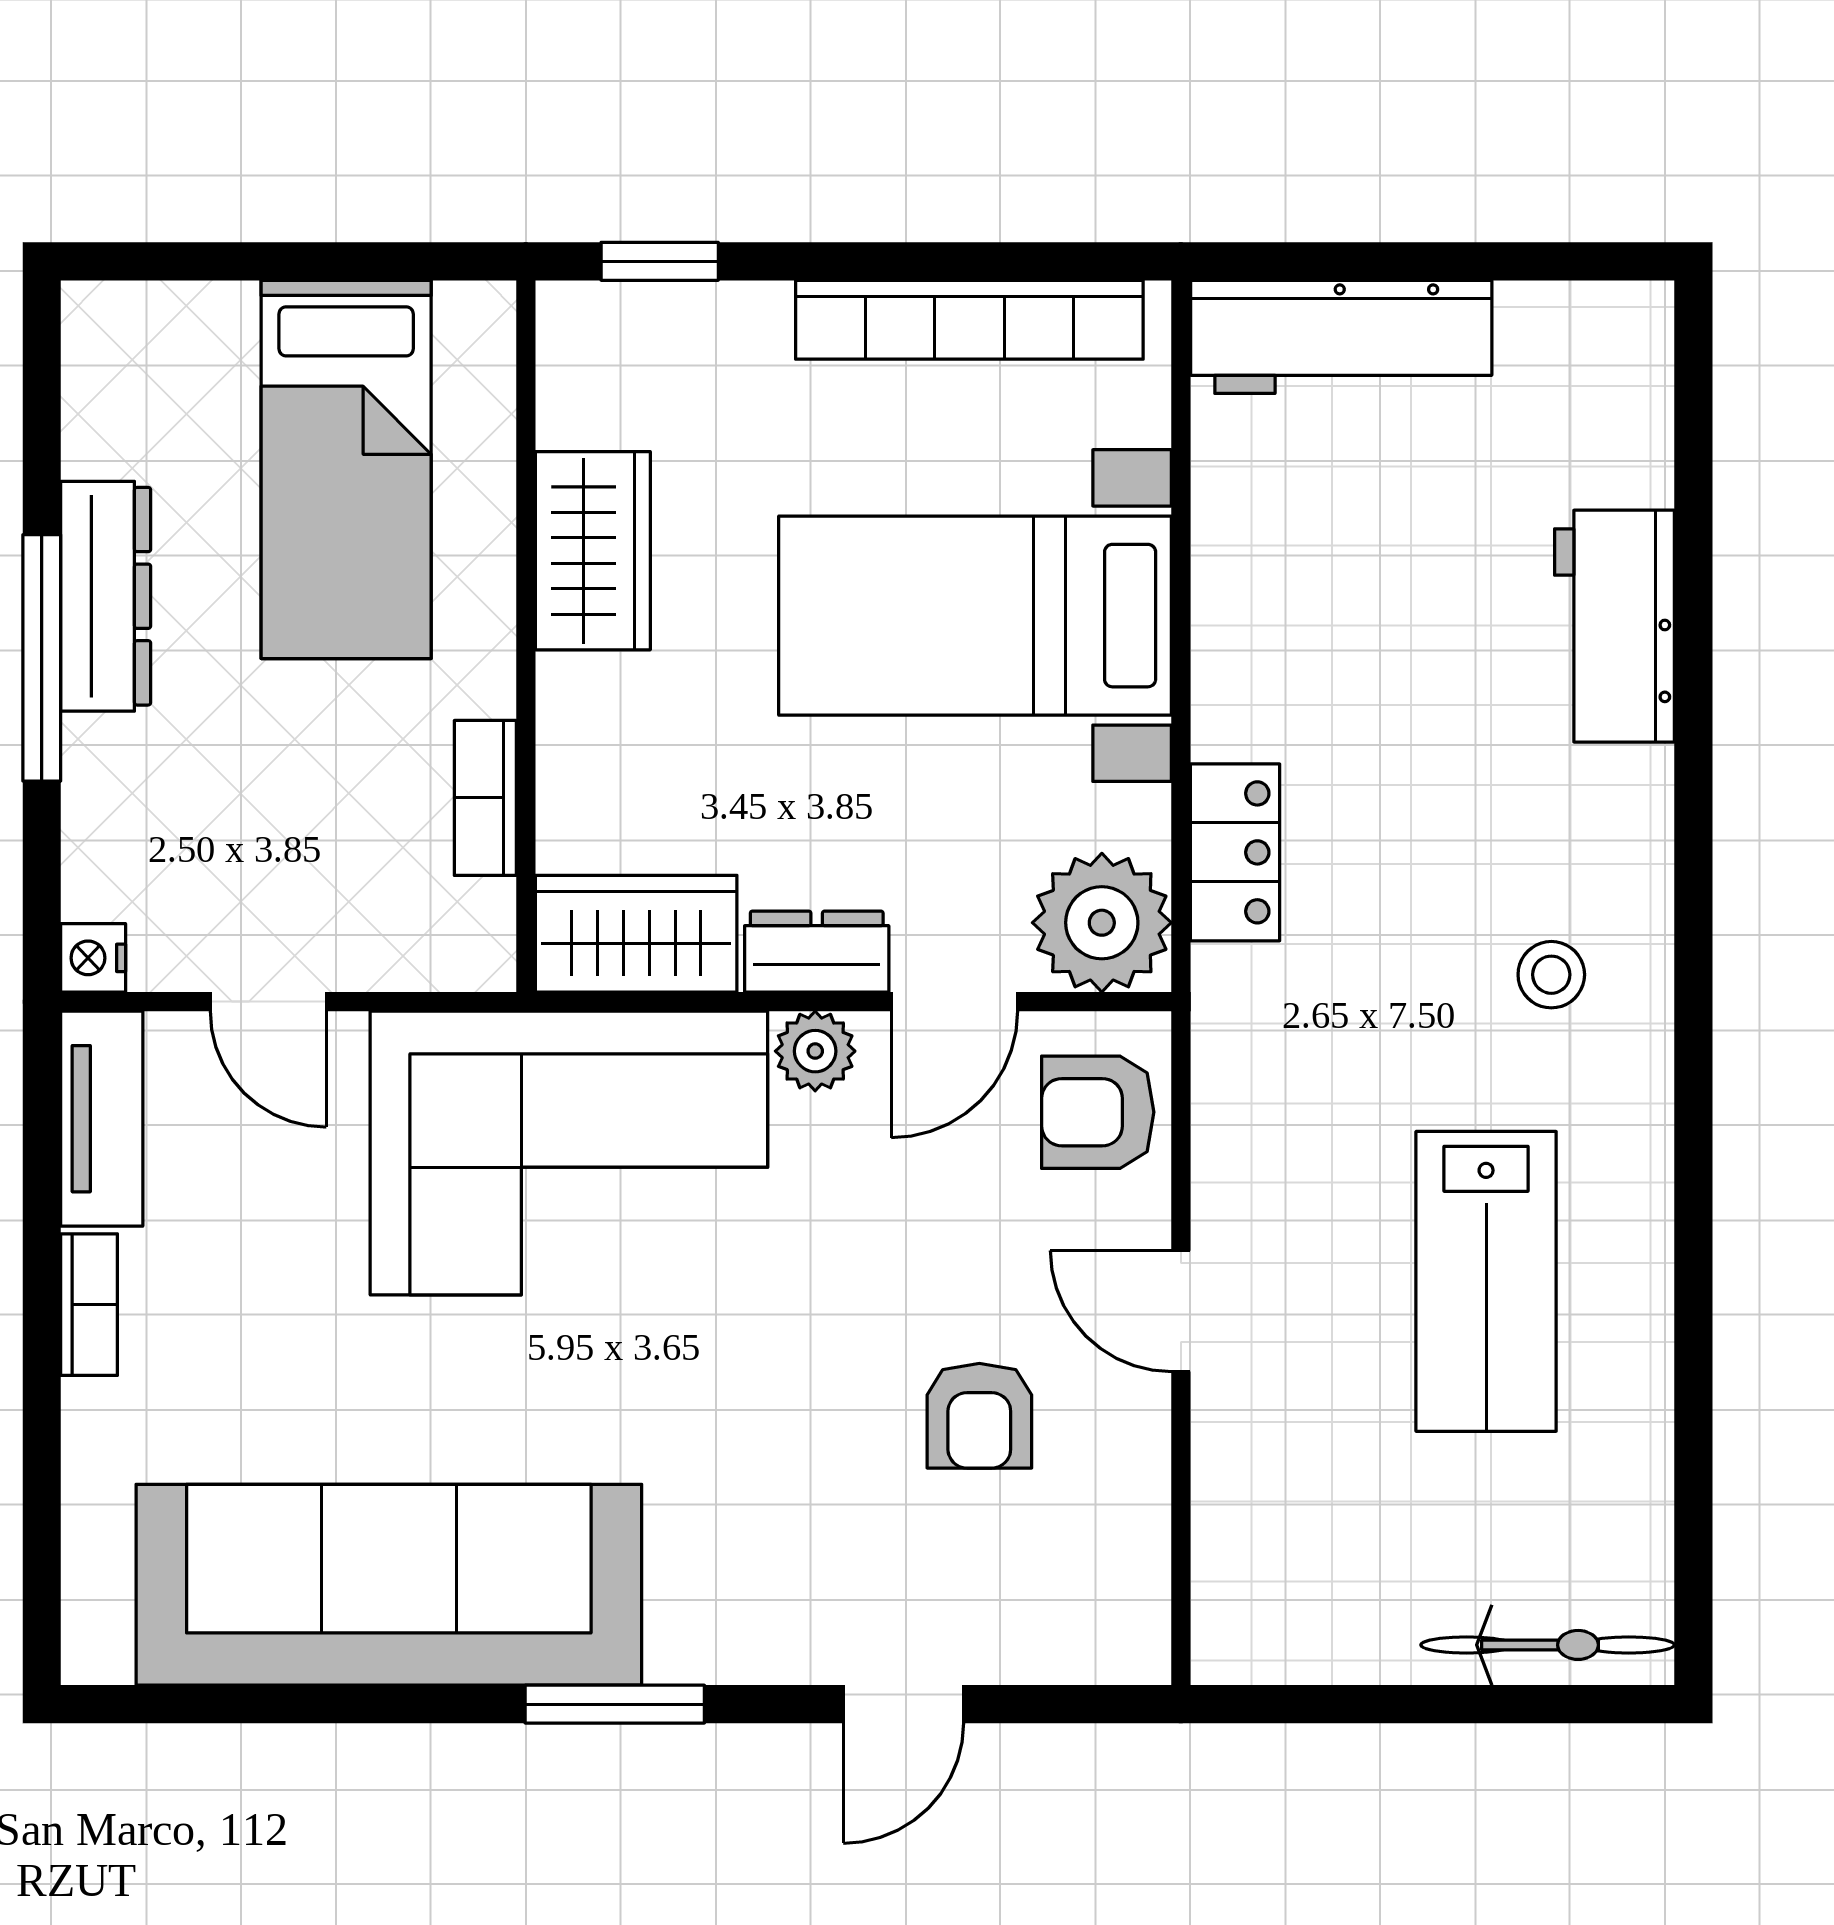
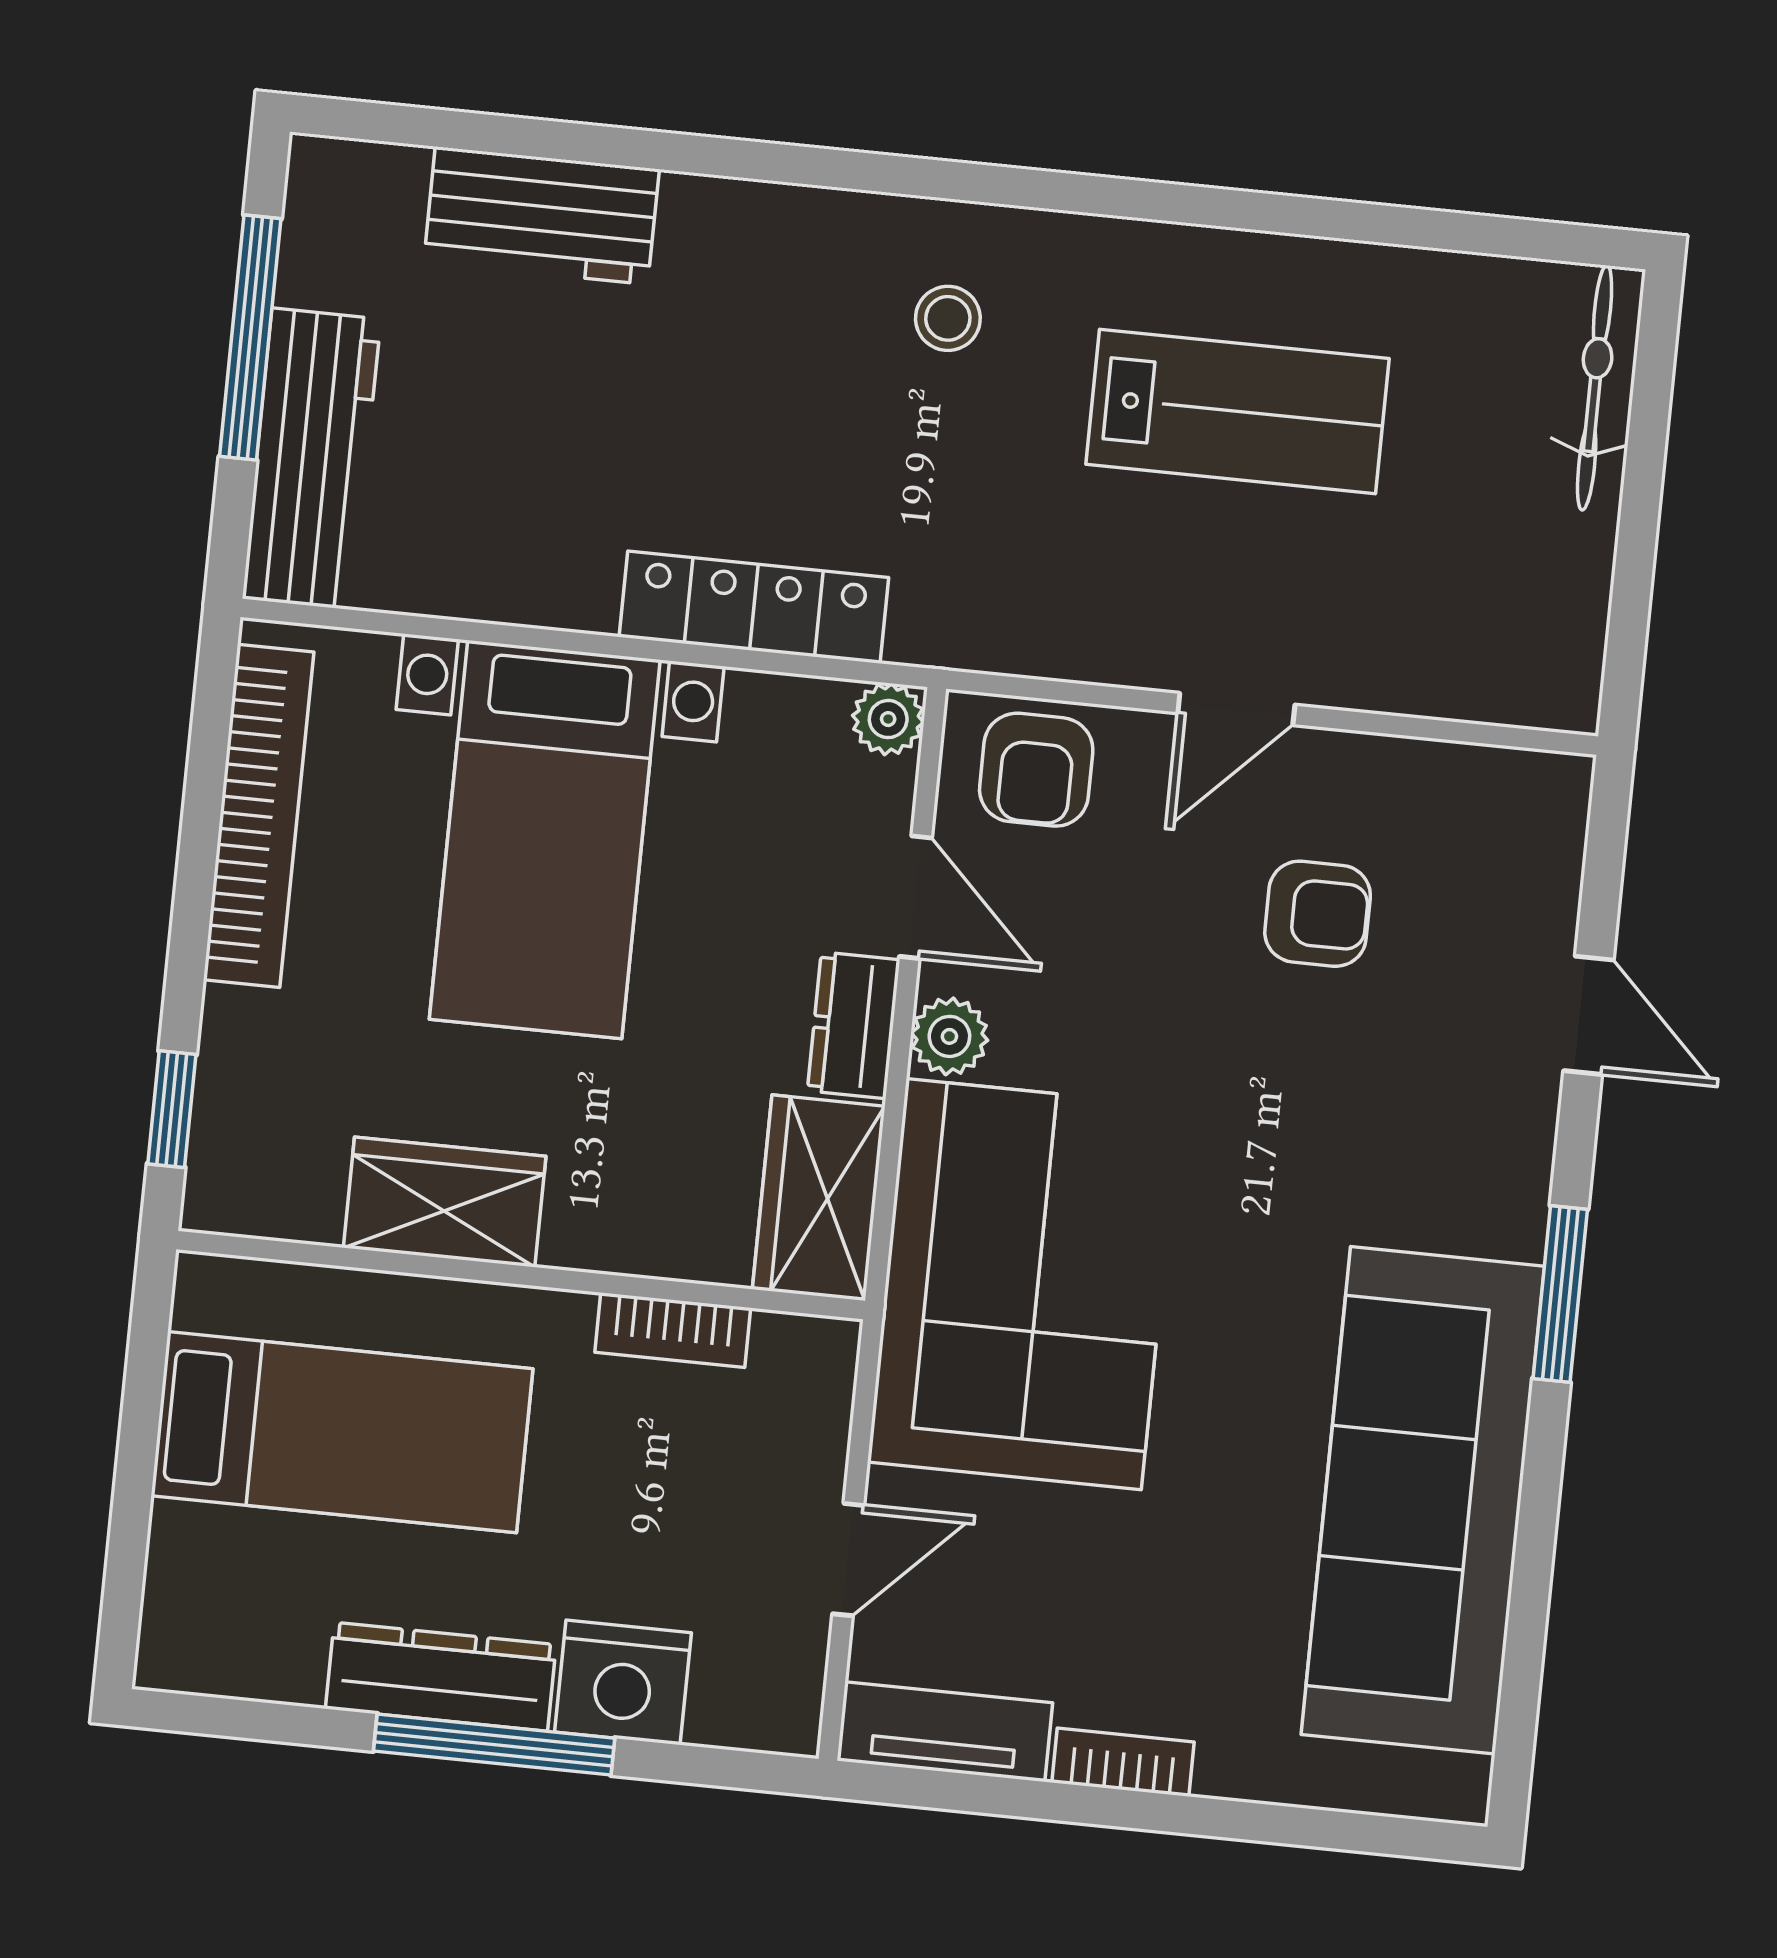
window: (1459, 261) -> (250, 338), added
workbench: (1615, 626) -> (541, 215), moved
locker: (1235, 852) -> (754, 607), width x1.53
plant: (1102, 923) -> (888, 719), width x0.53, depth x0.53
nightstand: (93, 958) -> (623, 1682), moved, width x1.89, depth x1.79

